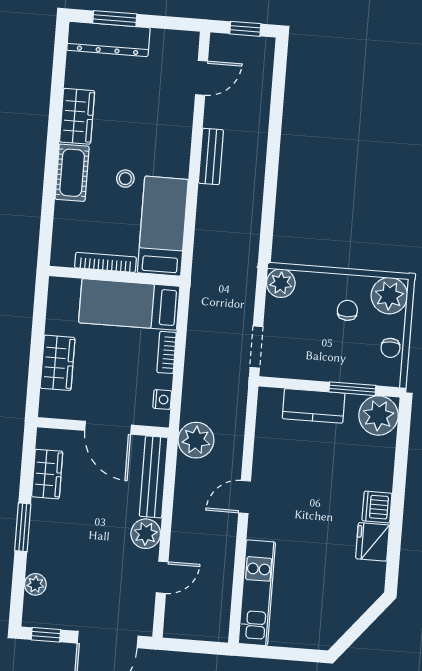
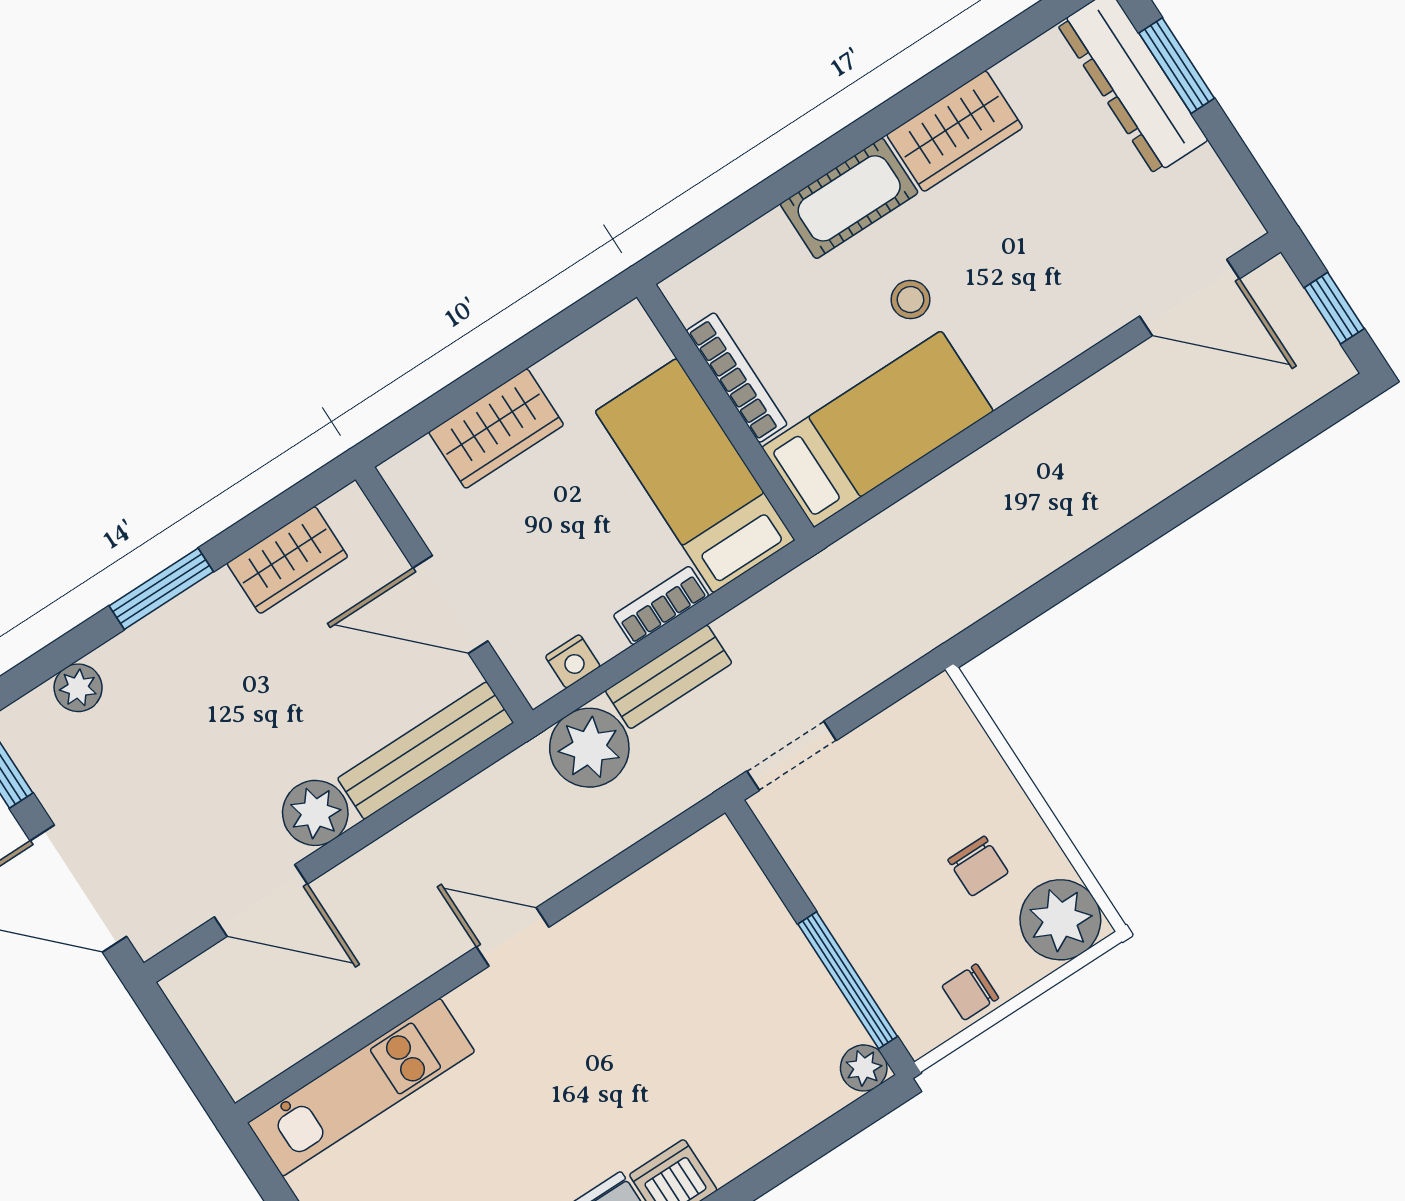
door: (201, 78) -> (1190, 297), width x1.38
bench: (211, 157) -> (669, 677), moved
plant: (281, 283) -> (936, 713), removed
chair: (347, 310) -> (978, 866), turned 90
window: (352, 389) -> (848, 980), width x1.44
kitchen counter: (314, 406) -> (765, 935), removed
plant: (378, 415) -> (864, 1068), width x0.53, depth x0.53
door: (108, 428) -> (450, 604), hinge flipped
plant: (196, 440) -> (589, 748), moved
door: (162, 577) -> (261, 901), width x1.38

